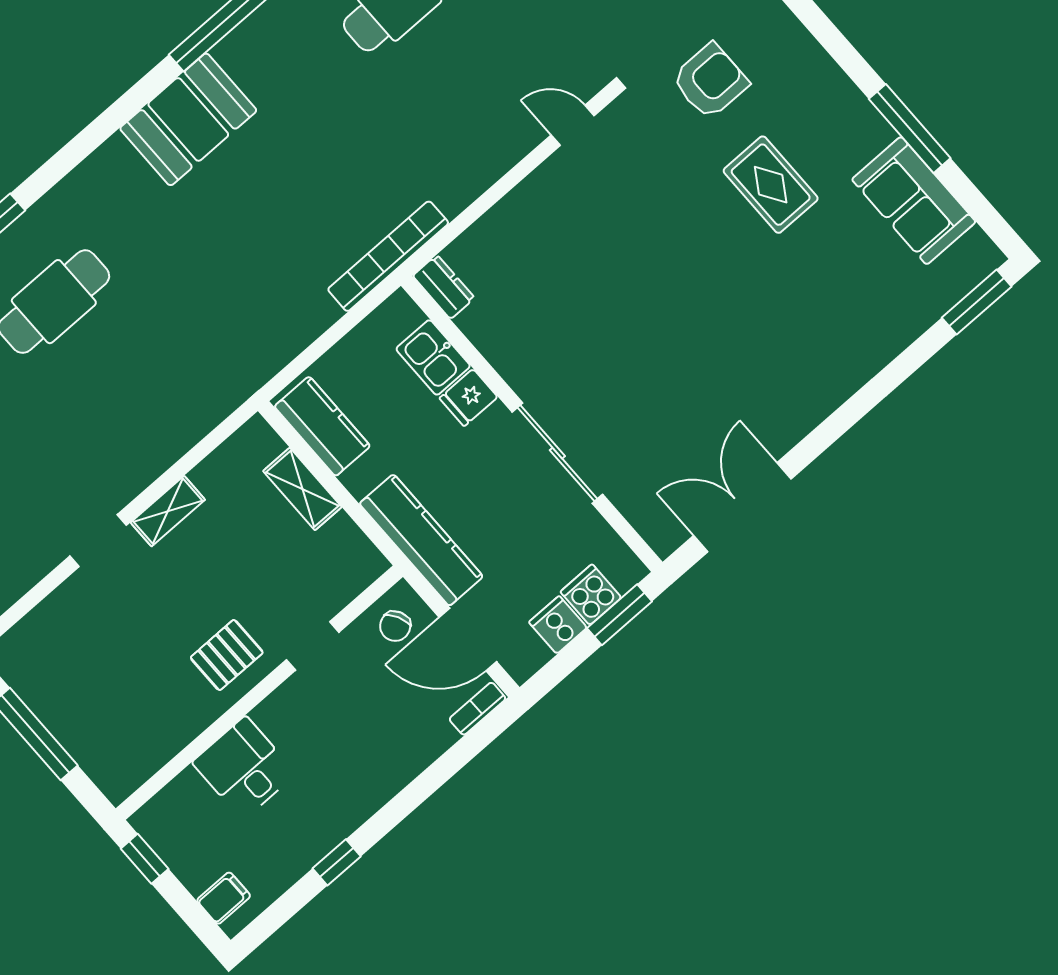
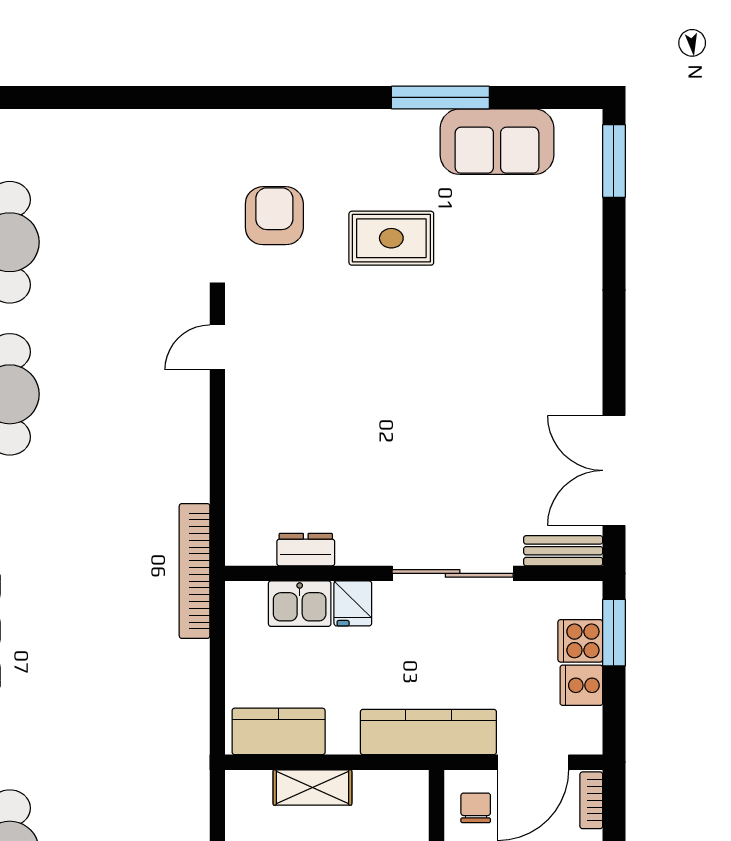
dresser: (444, 287) -> (306, 550), moved
bench: (648, 522) -> (563, 551), added
chair: (395, 626) -> (476, 808), turned -153

